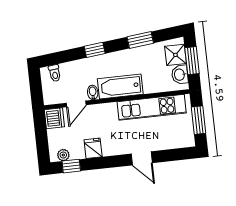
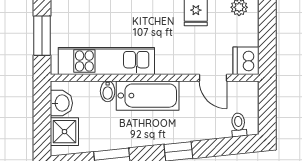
window: (192, 61) -> (42, 121), removed
bidet: (93, 92) -> (108, 91), moved
door: (76, 104) -> (213, 78), swing flipped

